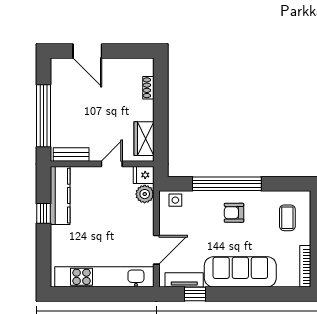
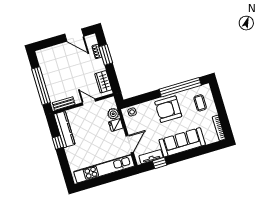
door: (87, 51) -> (74, 35), moved
window: (161, 97) -> (106, 55), added
door: (112, 164) -> (89, 102), hinge flipped
fridge: (144, 175) -> (116, 125), moved
window: (227, 184) -> (180, 87), moved
armchair: (234, 213) -> (168, 109), width x1.88, depth x1.88

